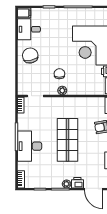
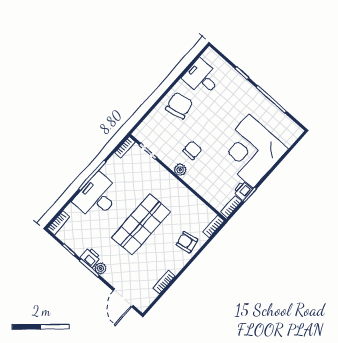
filing cabinet: (24, 13) -> (211, 57), removed
printer: (77, 183) -> (91, 257), moved

